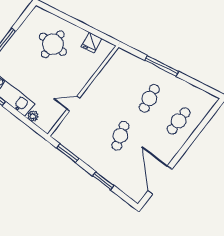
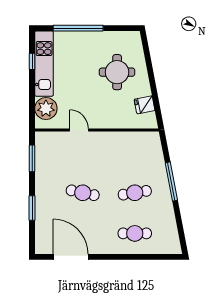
plant: (33, 116) -> (46, 108), width x1.88, depth x1.88
cafe table: (120, 136) -> (83, 193), turned 30
door: (160, 180) -> (71, 257), hinge flipped

